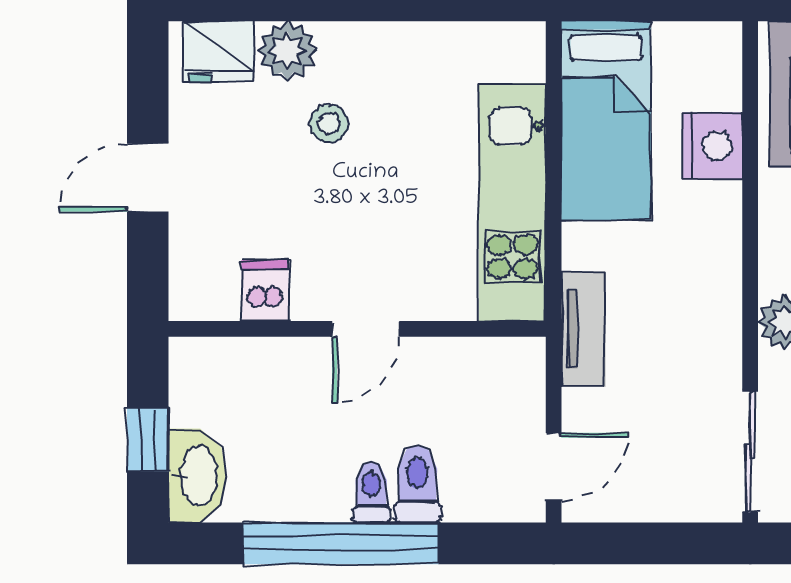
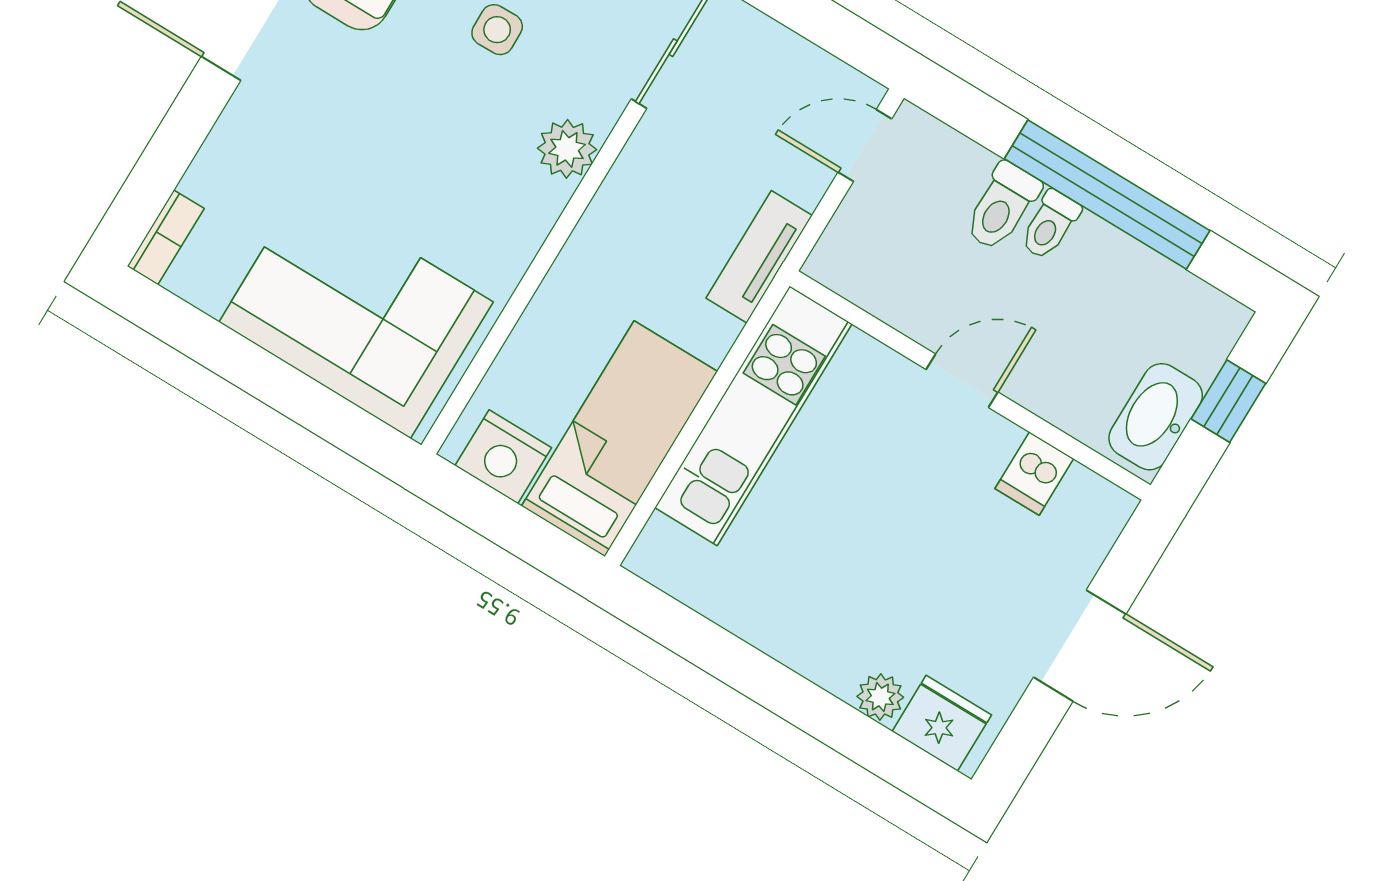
plant: (287, 51) -> (880, 697), width x0.73, depth x0.73
stool: (329, 124) -> (880, 593), removed
nightstand: (712, 146) -> (503, 457), moved, turned -90
door: (148, 178) -> (1080, 646), width x1.38
washbasin: (197, 476) -> (1156, 417), moved

